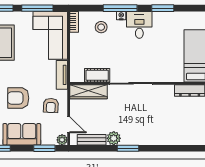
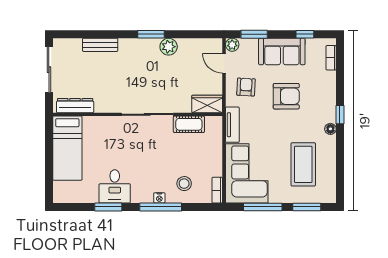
desk: (139, 25) -> (115, 186), moved
wardrobe: (89, 92) -> (207, 104), width x0.67
bench: (92, 140) -> (100, 45), moved

